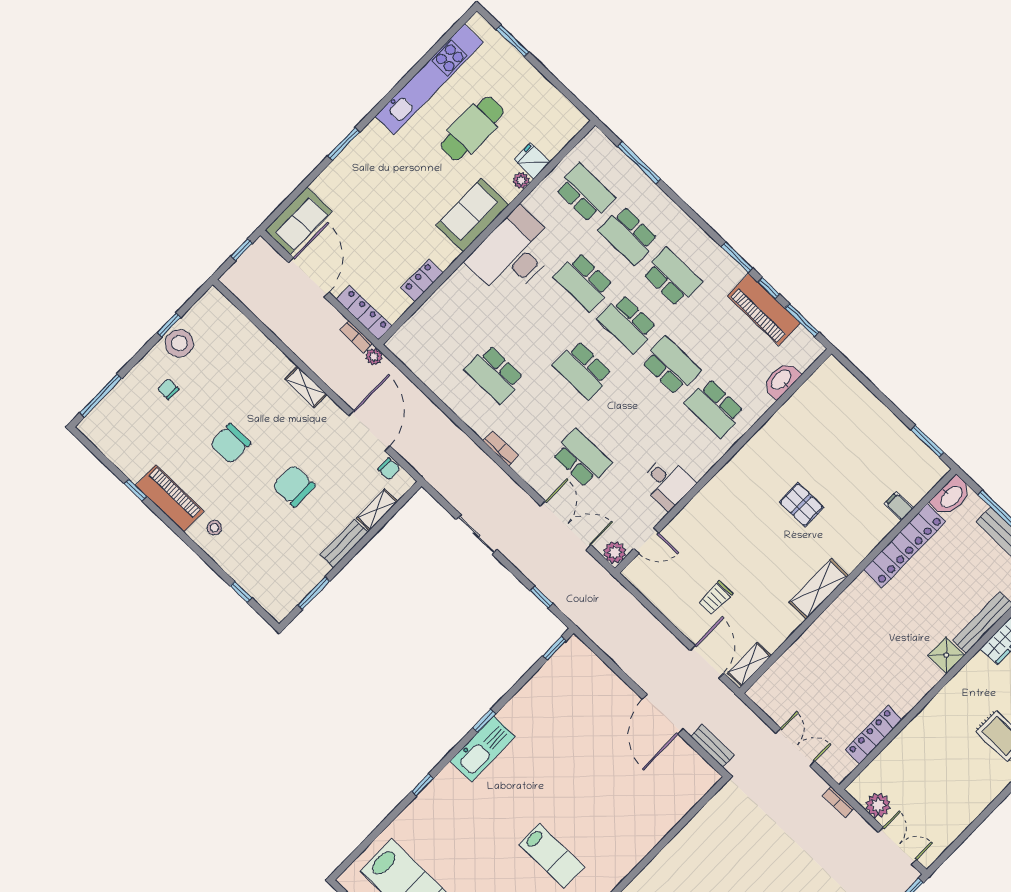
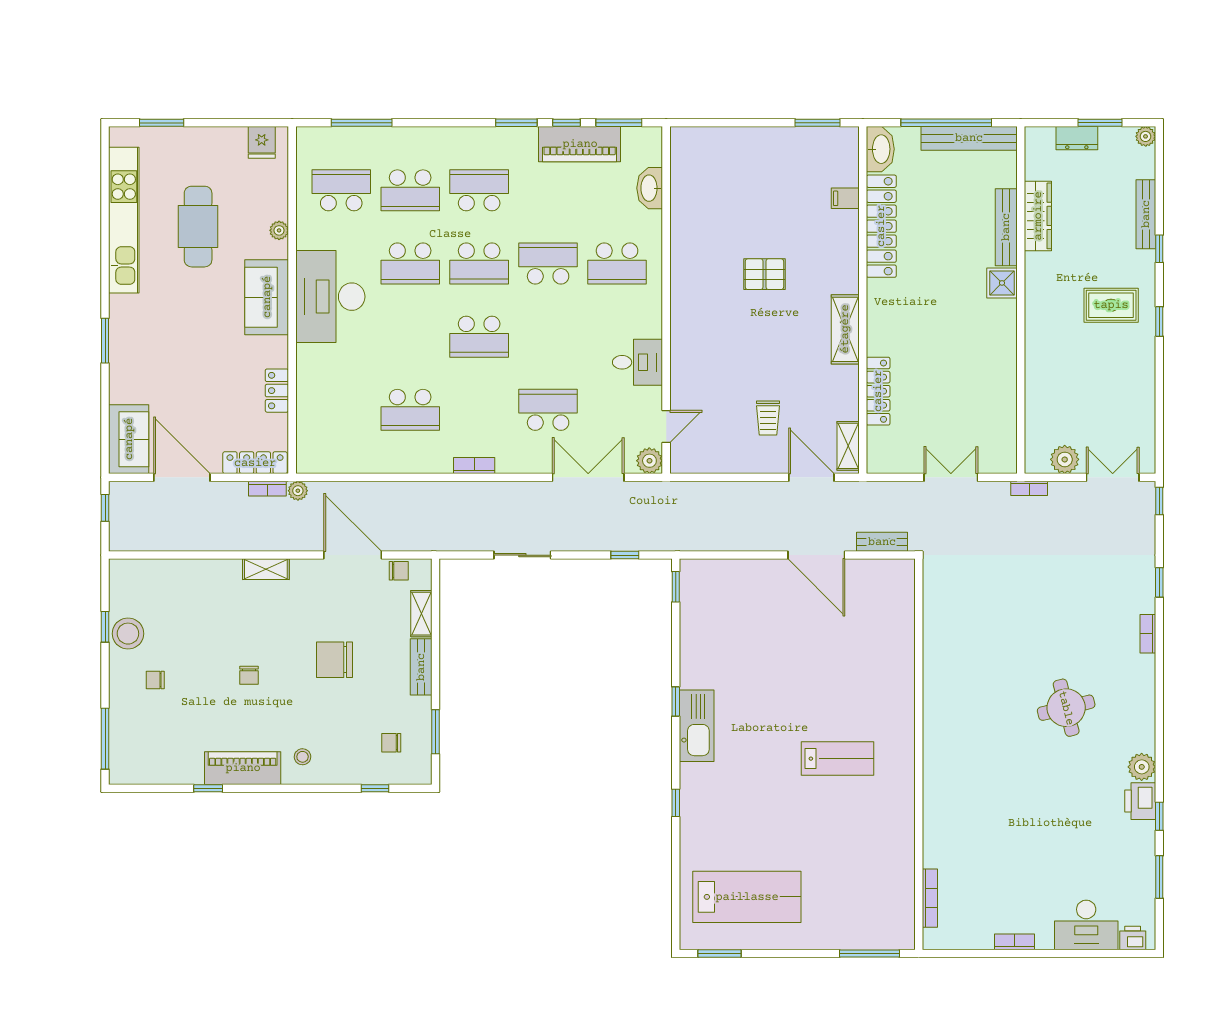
fridge: (532, 161) -> (262, 142), moved, turned -90
chair: (230, 444) -> (249, 675), width x0.54, depth x0.54
chair: (279, 573) -> (391, 743), added
locker: (874, 735) -> (878, 391), moved, turned 180

